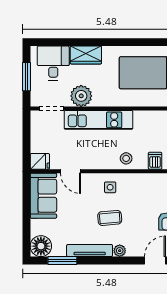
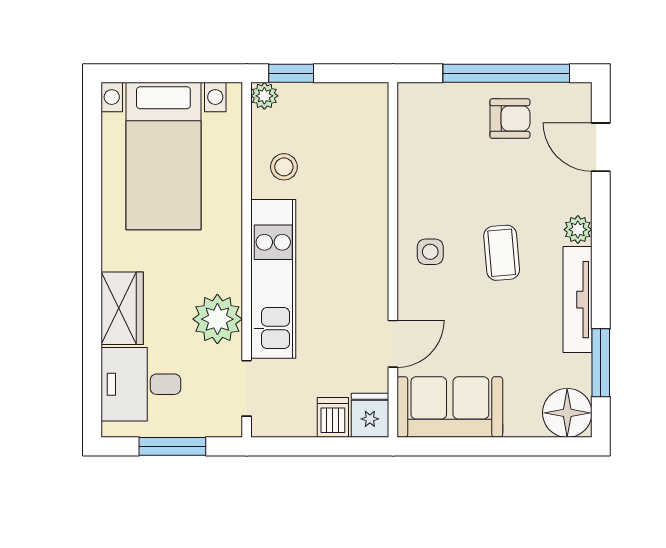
stool: (126, 158) -> (284, 167), moved
dishwasher: (155, 161) -> (333, 417), moved, turned 90

